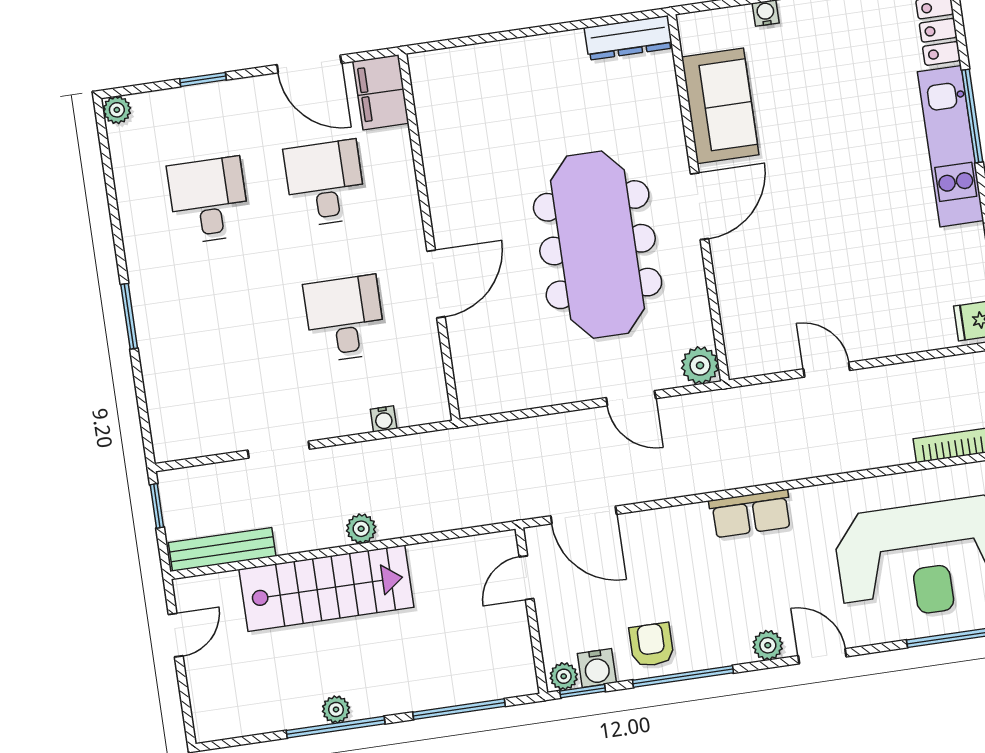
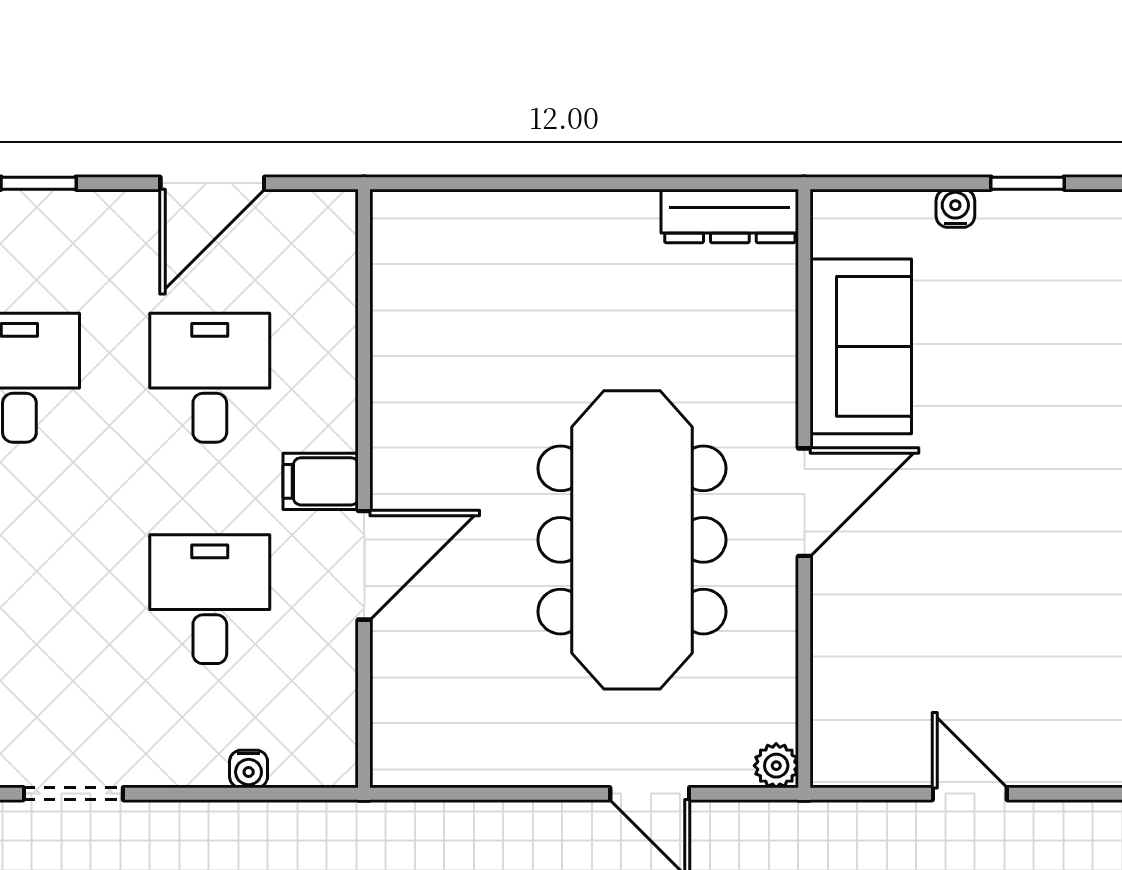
door: (309, 64) -> (212, 183), hinge flipped
filing cabinet: (381, 92) -> (321, 481), moved, width x0.50
plant: (700, 365) -> (776, 766), width x0.73, depth x0.73

